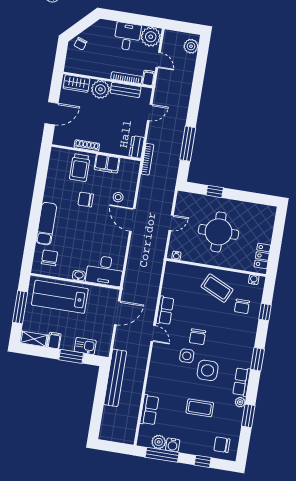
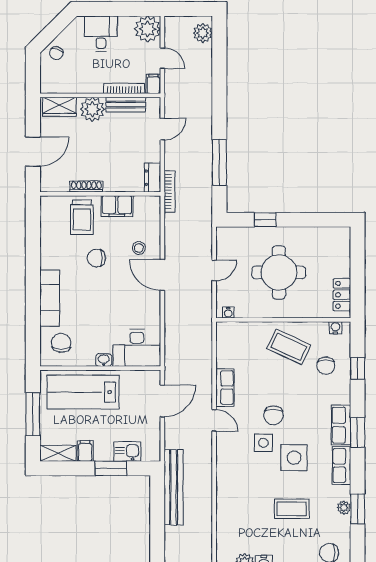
desk: (127, 36) -> (101, 34), moved
plant: (240, 402) -> (344, 508), moved
row of seats: (149, 410) -> (341, 425), moved, turned 180

